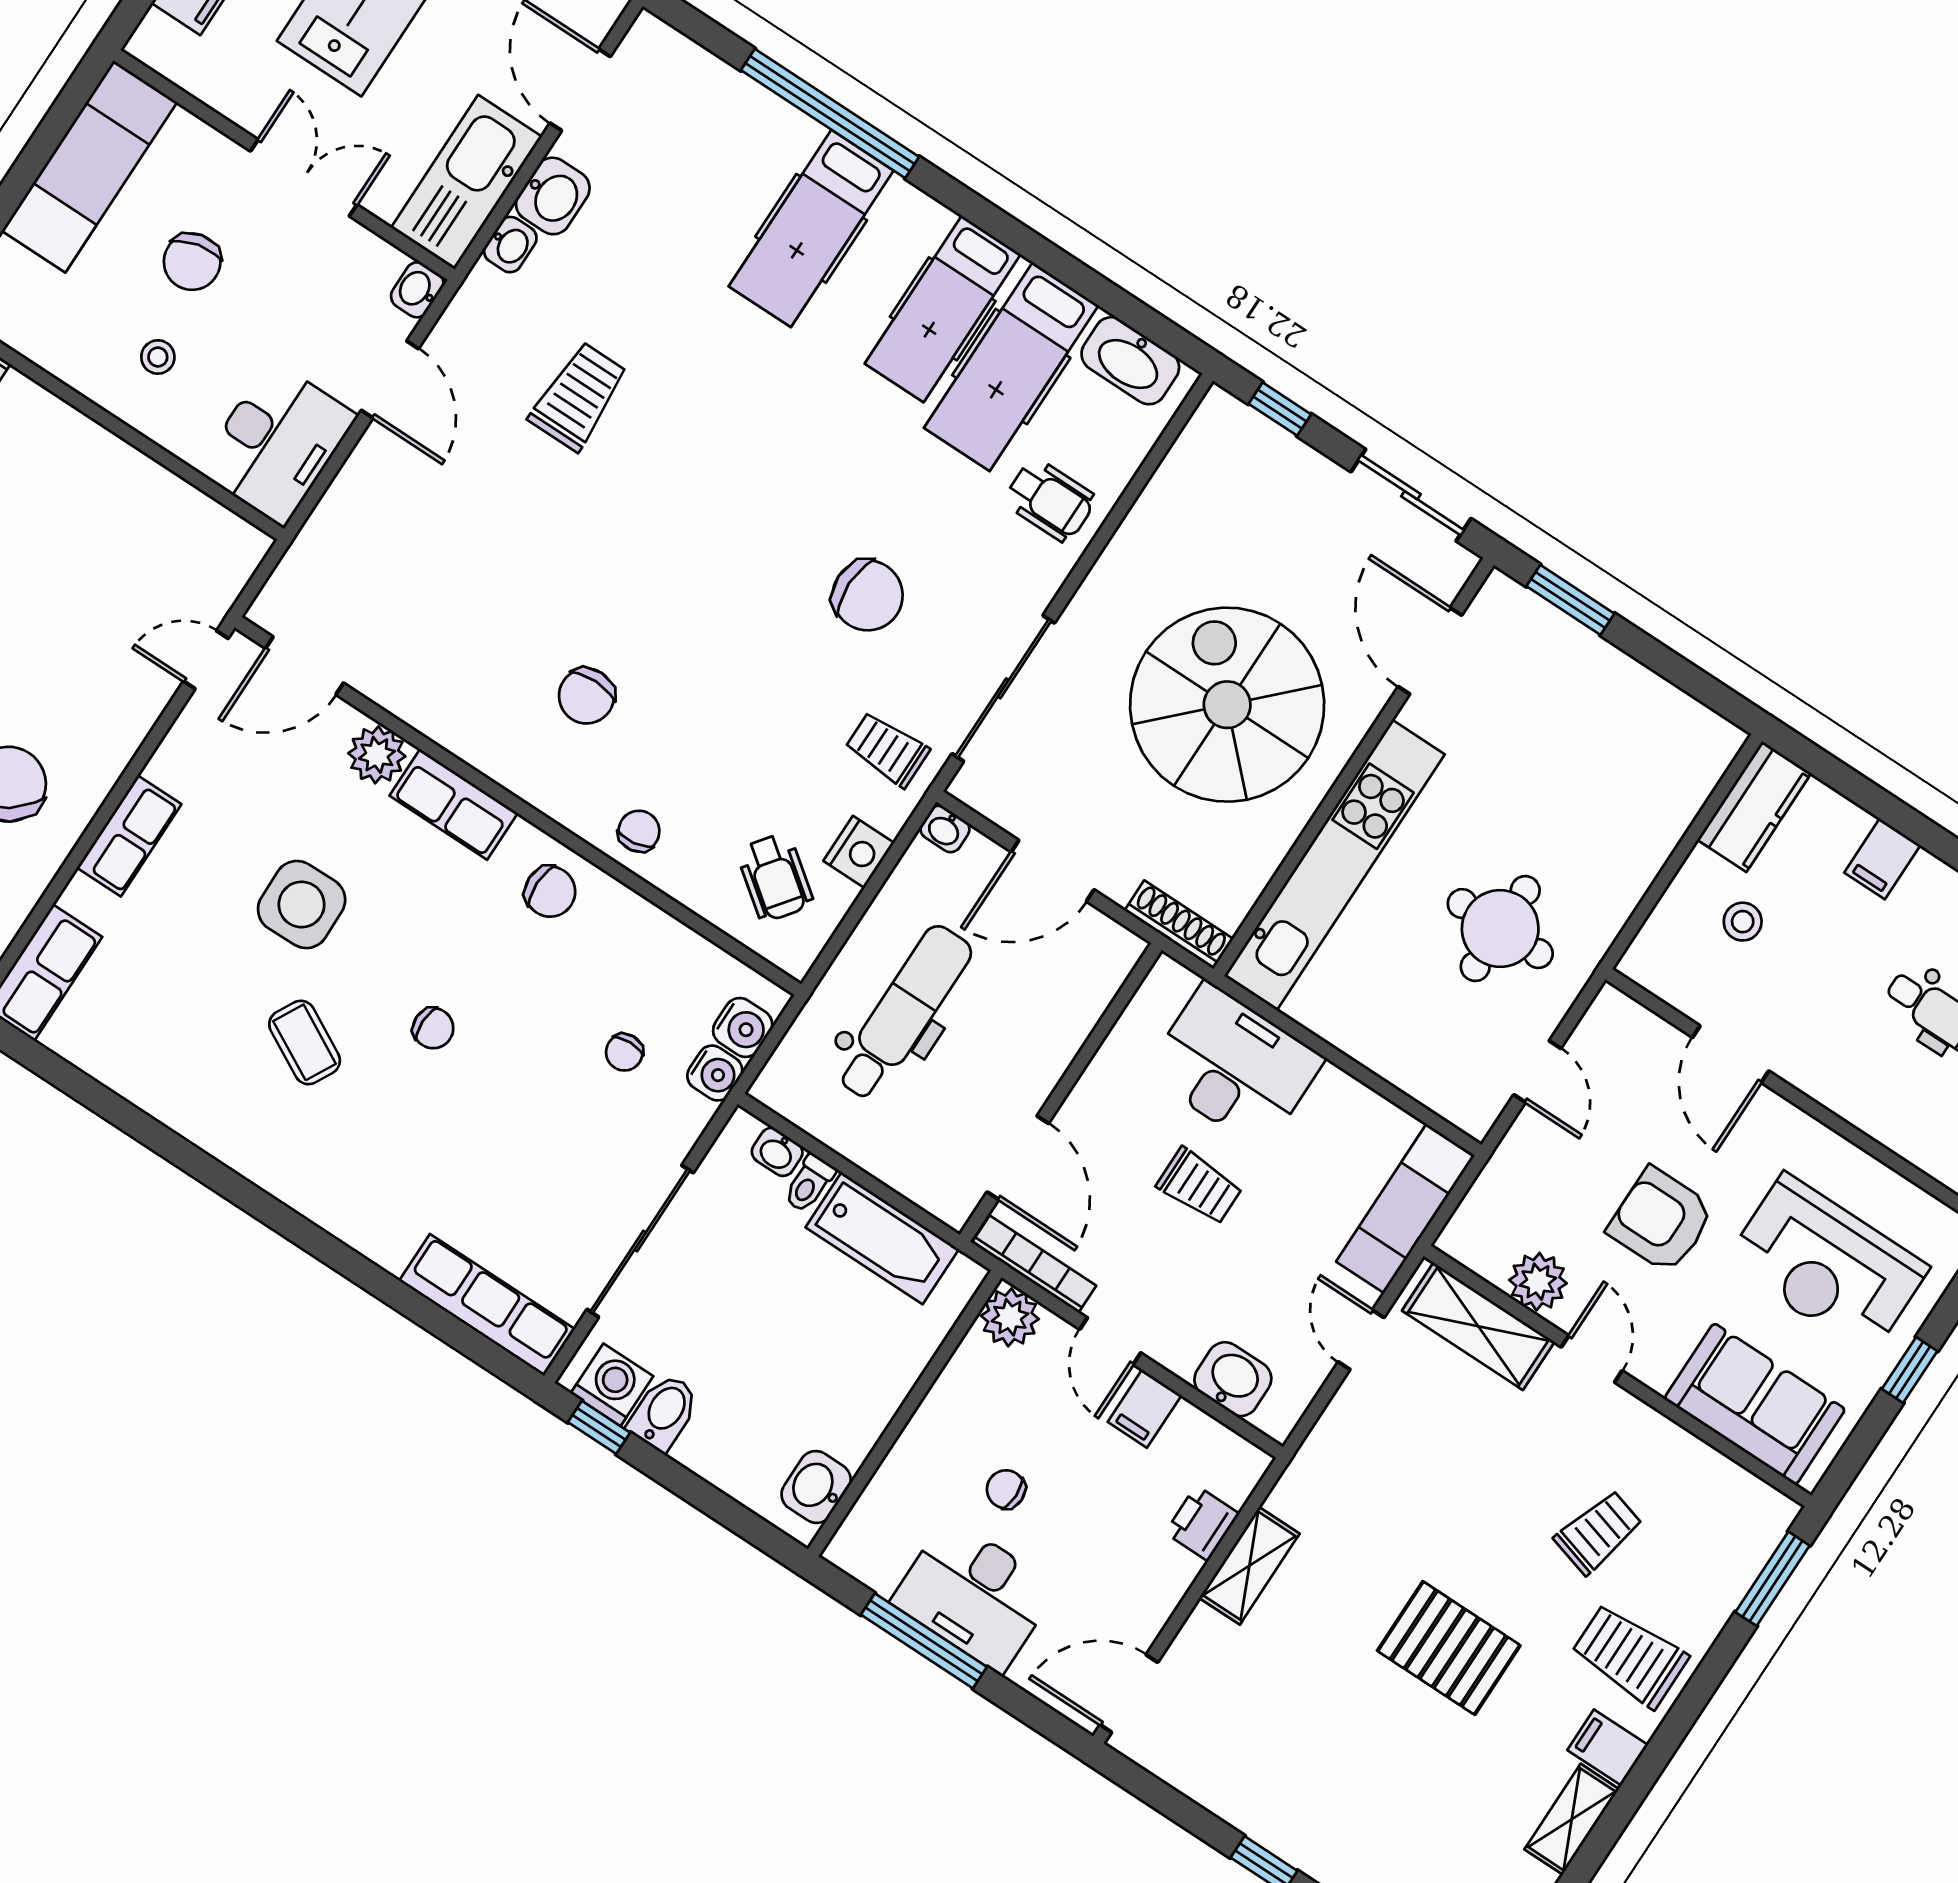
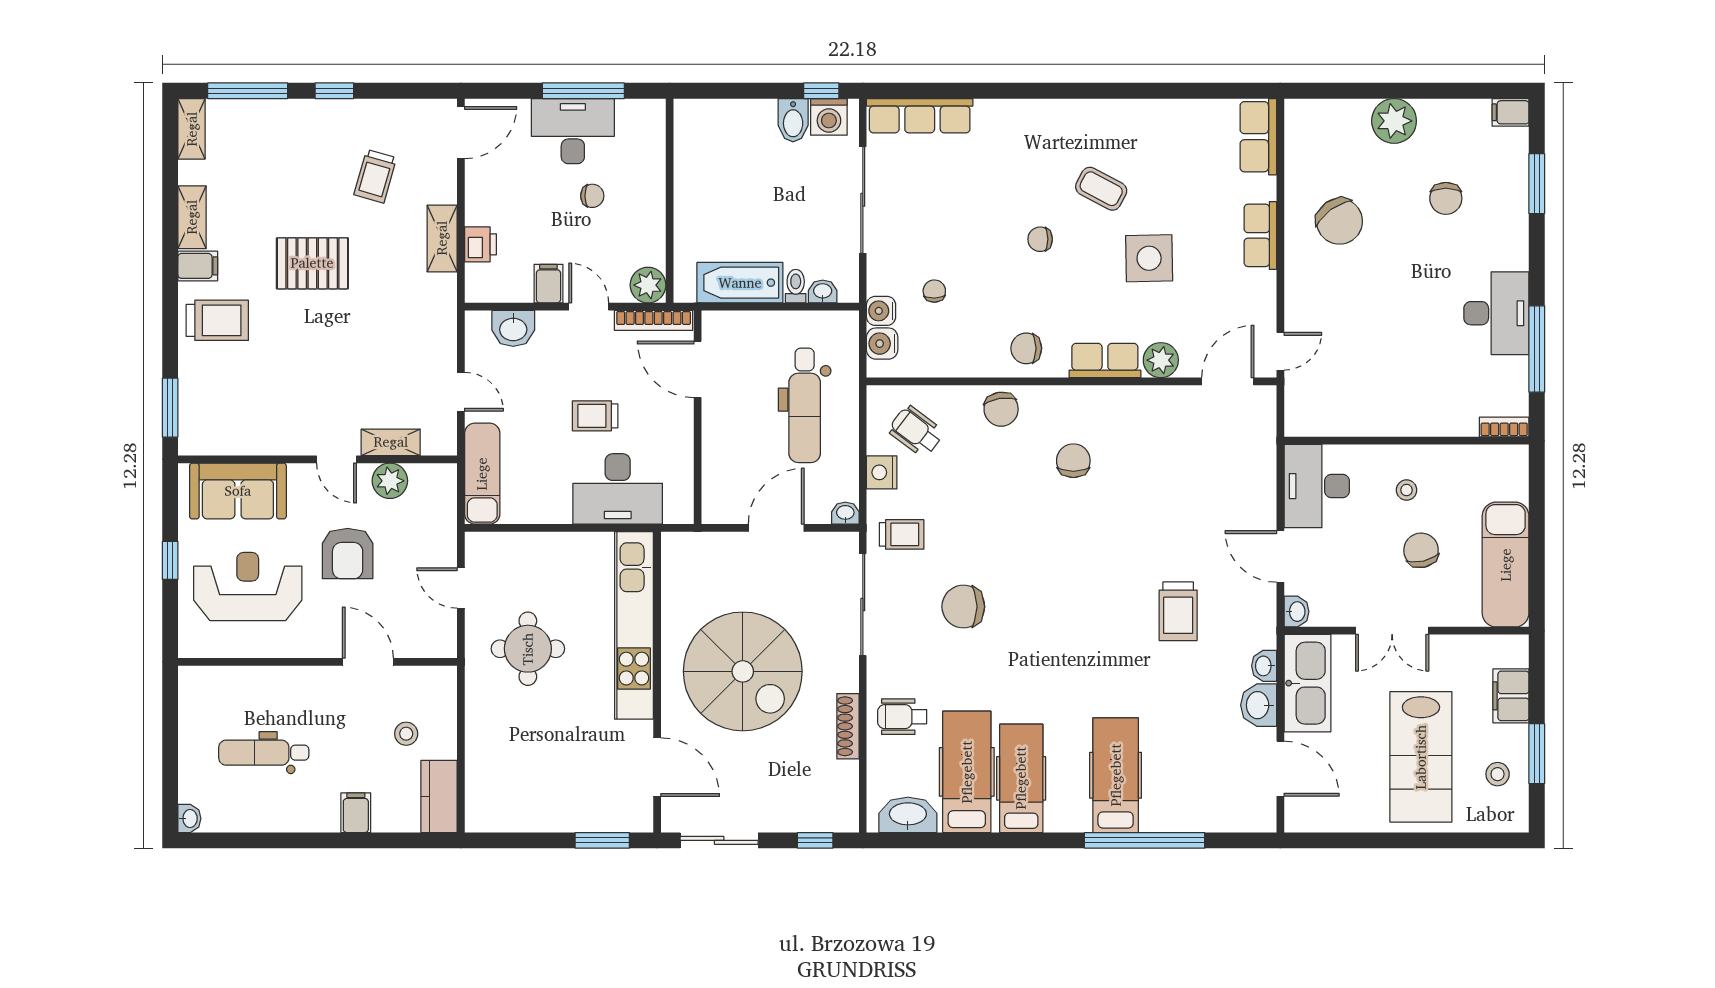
chair: (639, 831) -> (1001, 409), width x1.37, depth x1.37
shoe rack: (1179, 925) -> (848, 726), moved, turned 90
armchair: (1661, 1220) -> (348, 554), turned 90
shelving: (1478, 1326) -> (391, 442), width x0.67, depth x0.75
washbasin: (816, 1487) -> (690, 133), removed
trolley: (1598, 1532) -> (375, 176), moved

